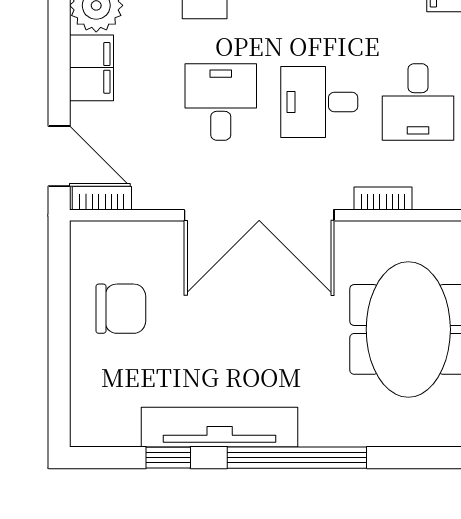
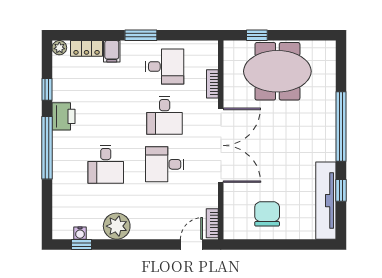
filing cabinet: (91, 68) -> (148, 228), removed
door: (59, 156) -> (191, 245), width x0.73
tv unit: (220, 427) -> (326, 201), moved

